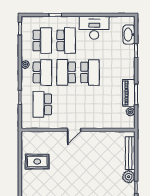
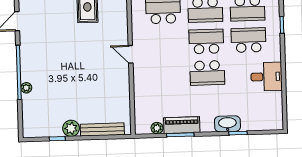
desk: (94, 28) -> (266, 77), width x0.73
washbasin: (129, 35) -> (227, 124), moved
school desk: (66, 41) -> (248, 40), turned 180

